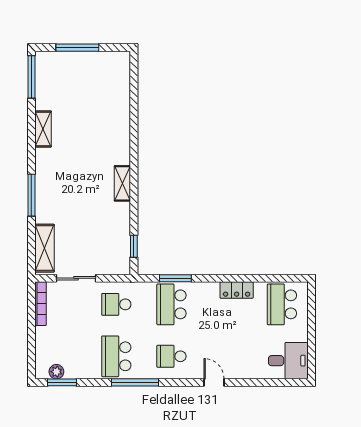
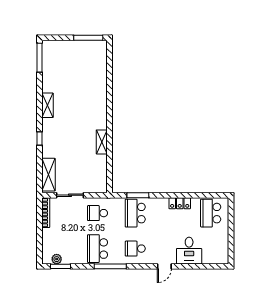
window: (77, 48) -> (88, 38), moved
shelving: (43, 129) -> (47, 105), moved
shelving: (122, 183) -> (102, 142), moved
window: (31, 195) -> (40, 138), width x0.46
window: (134, 246) -> (110, 173), removed
desk: (288, 361) -> (189, 251), moved, turned 90
door: (214, 382) -> (164, 266), swing flipped

